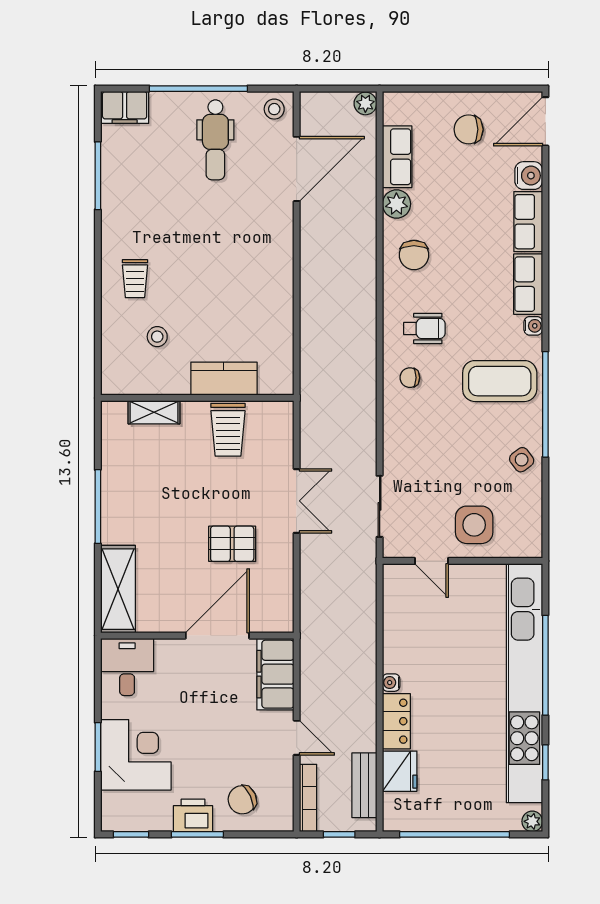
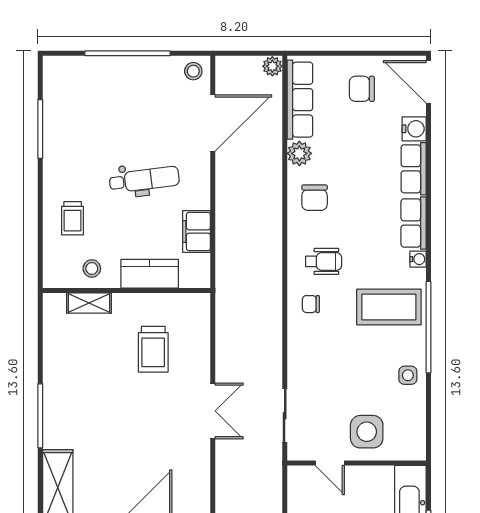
filing cabinet: (125, 107) -> (196, 231), moved, turned 90
door: (545, 121) -> (428, 82), hinge flipped
dental chair: (215, 140) -> (144, 180), moved, turned -97
row of seats: (397, 157) -> (300, 100), width x1.48
kitchen counter: (224, 379) -> (150, 274), moved
wall: (197, 398) -> (127, 291), moved
shelving: (154, 412) -> (89, 303), moved
side table: (522, 460) -> (408, 375), turned 37
pallet: (232, 544) -> (157, 448), removed

